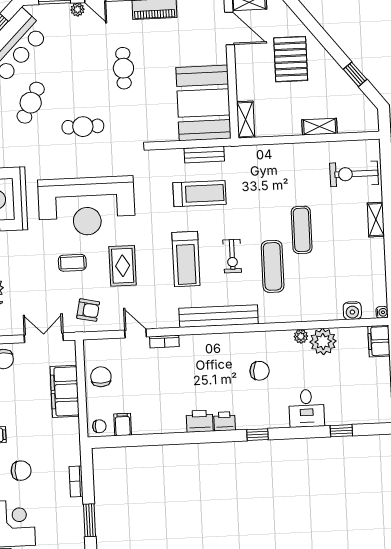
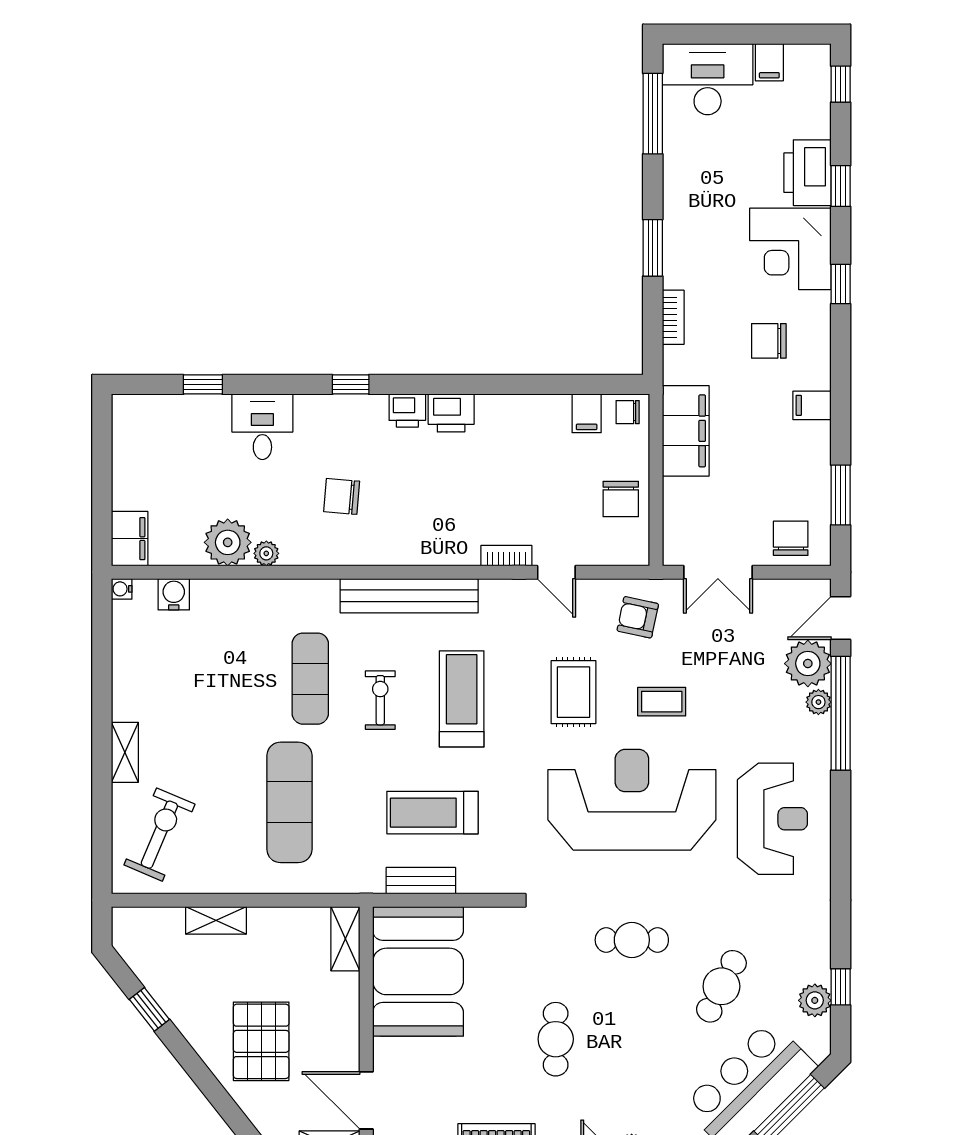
exercise bike: (354, 174) -> (159, 835), turned -67
exercise mat: (302, 230) -> (289, 802), moved, width x1.36, depth x1.45
filing cabinet: (65, 391) -> (686, 431), moved

